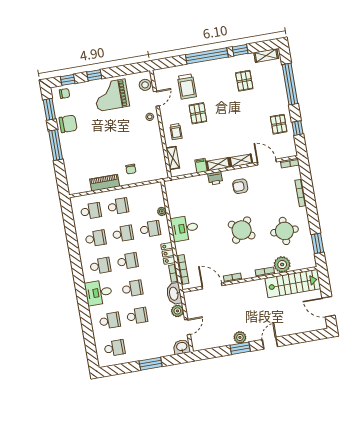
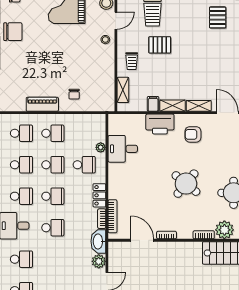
pallet: (198, 113) -> (160, 45), turned 90
printer: (215, 178) -> (160, 124), width x1.87, depth x1.48
desk: (185, 228) -> (123, 149), moved
school desk: (137, 316) -> (53, 259), removed

